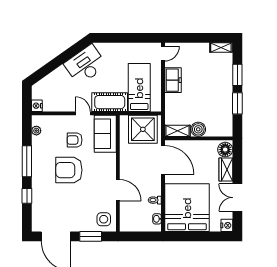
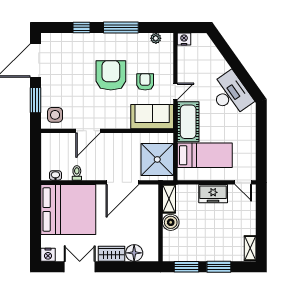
boiler: (198, 129) -> (171, 222), moved
shelving: (177, 131) -> (169, 199), moved
wall: (199, 138) -> (161, 223), moved

